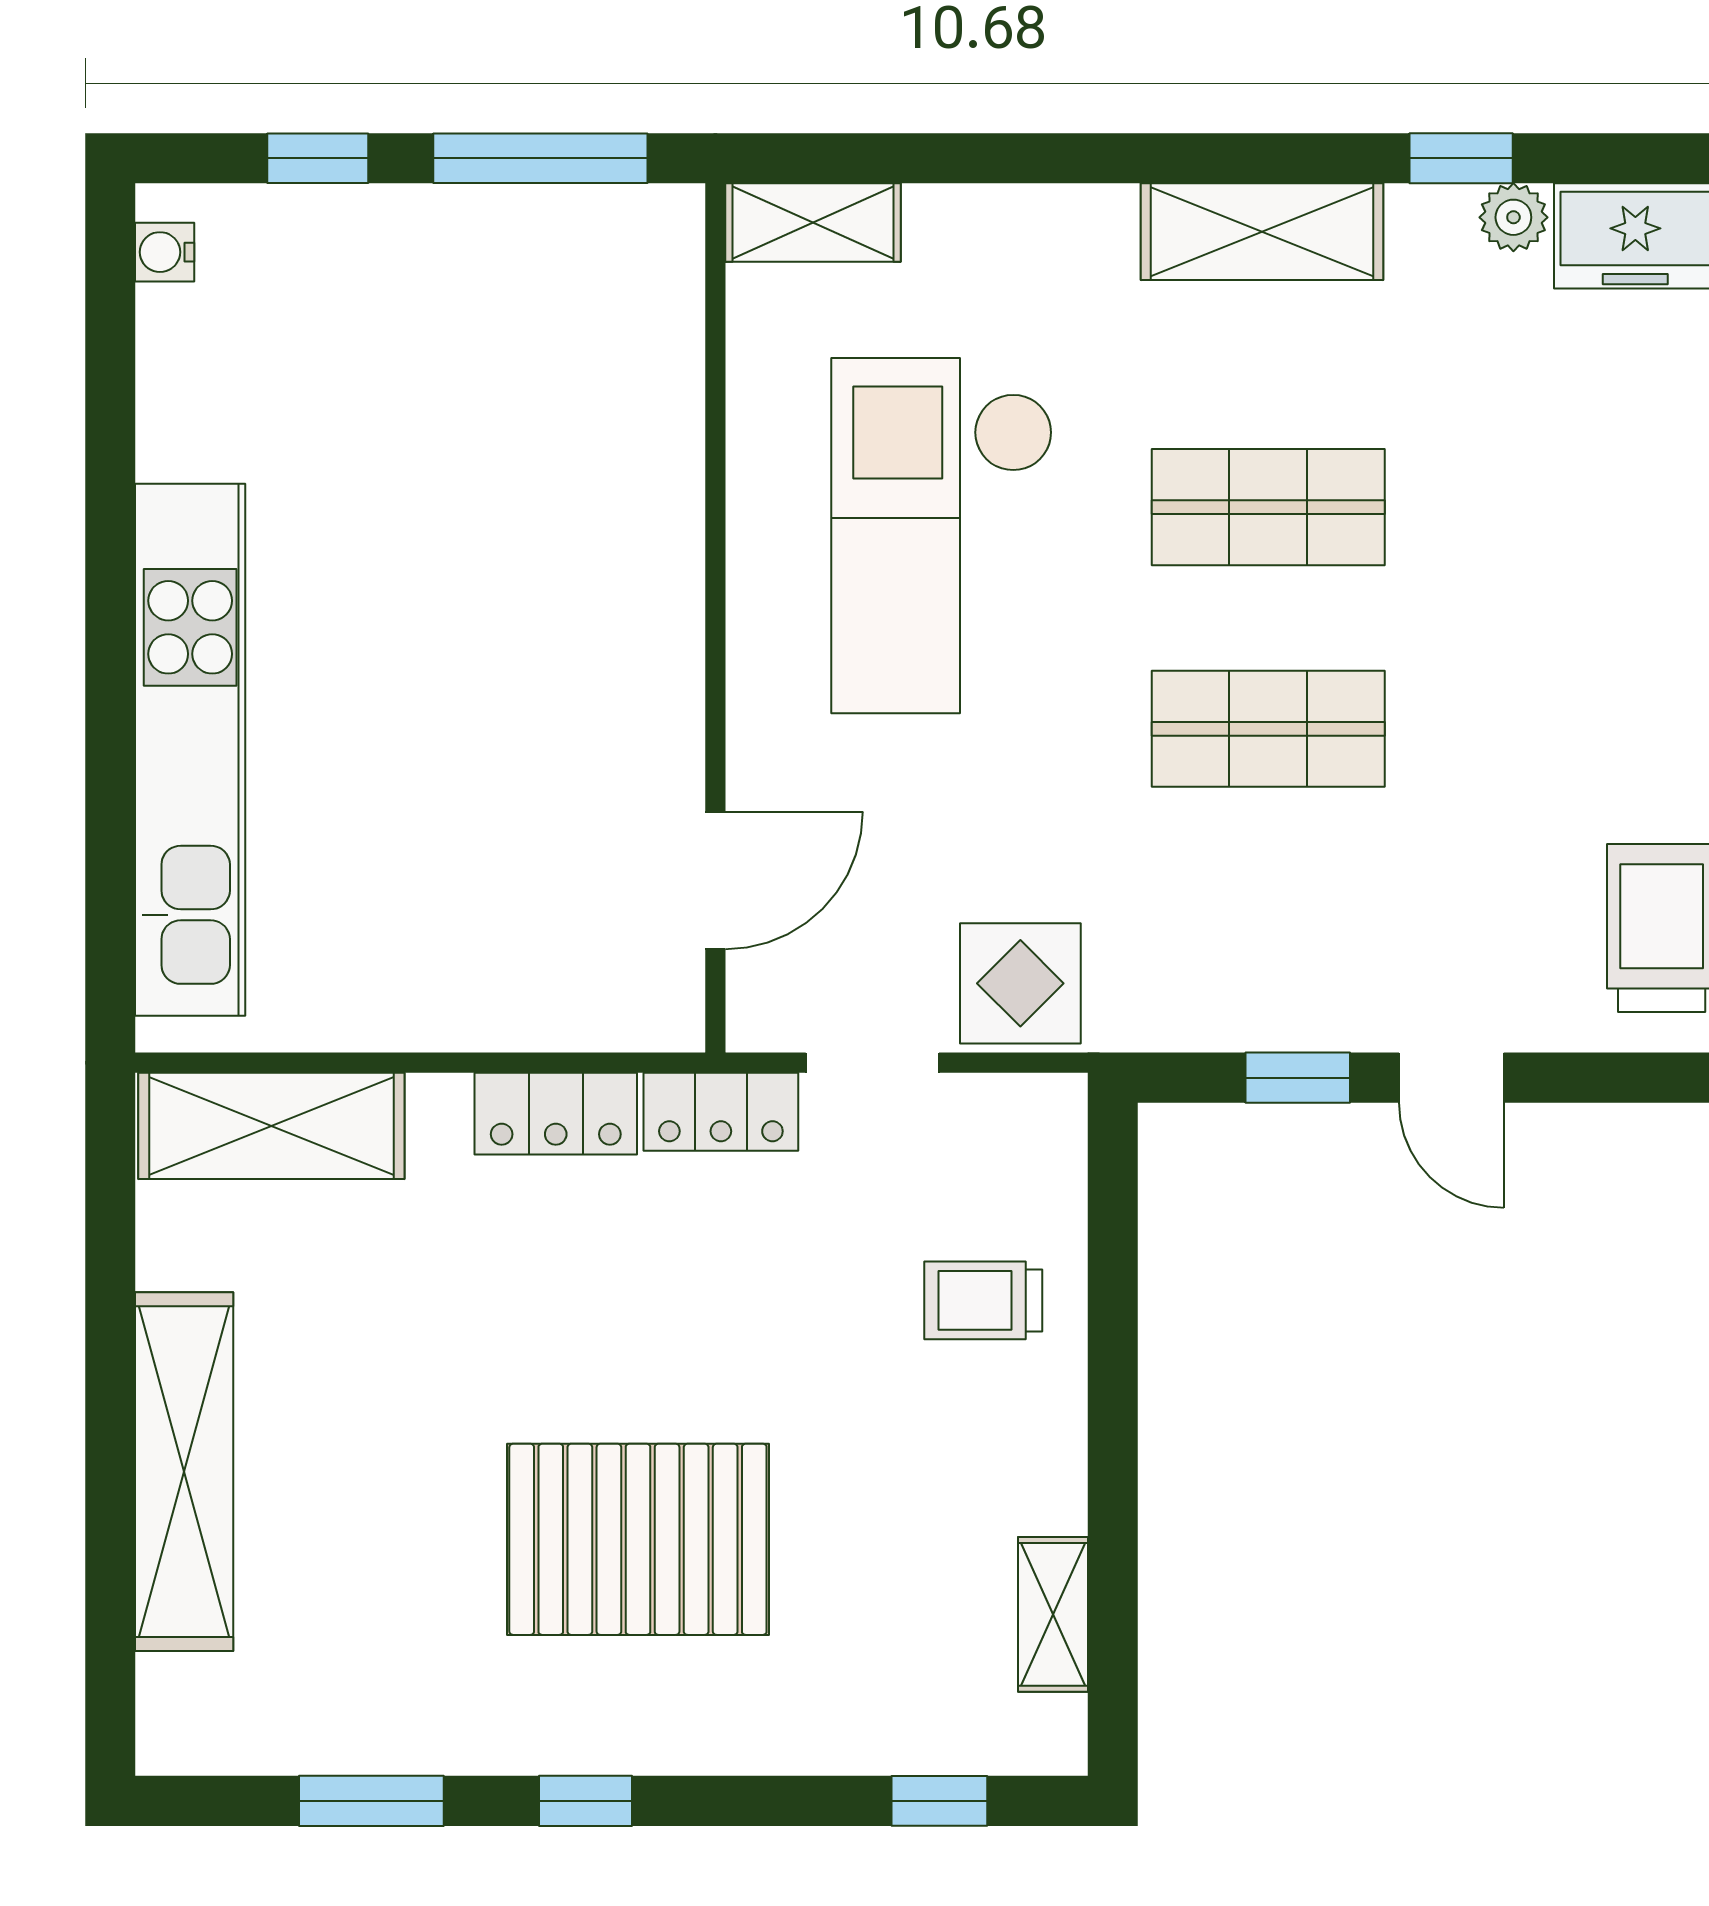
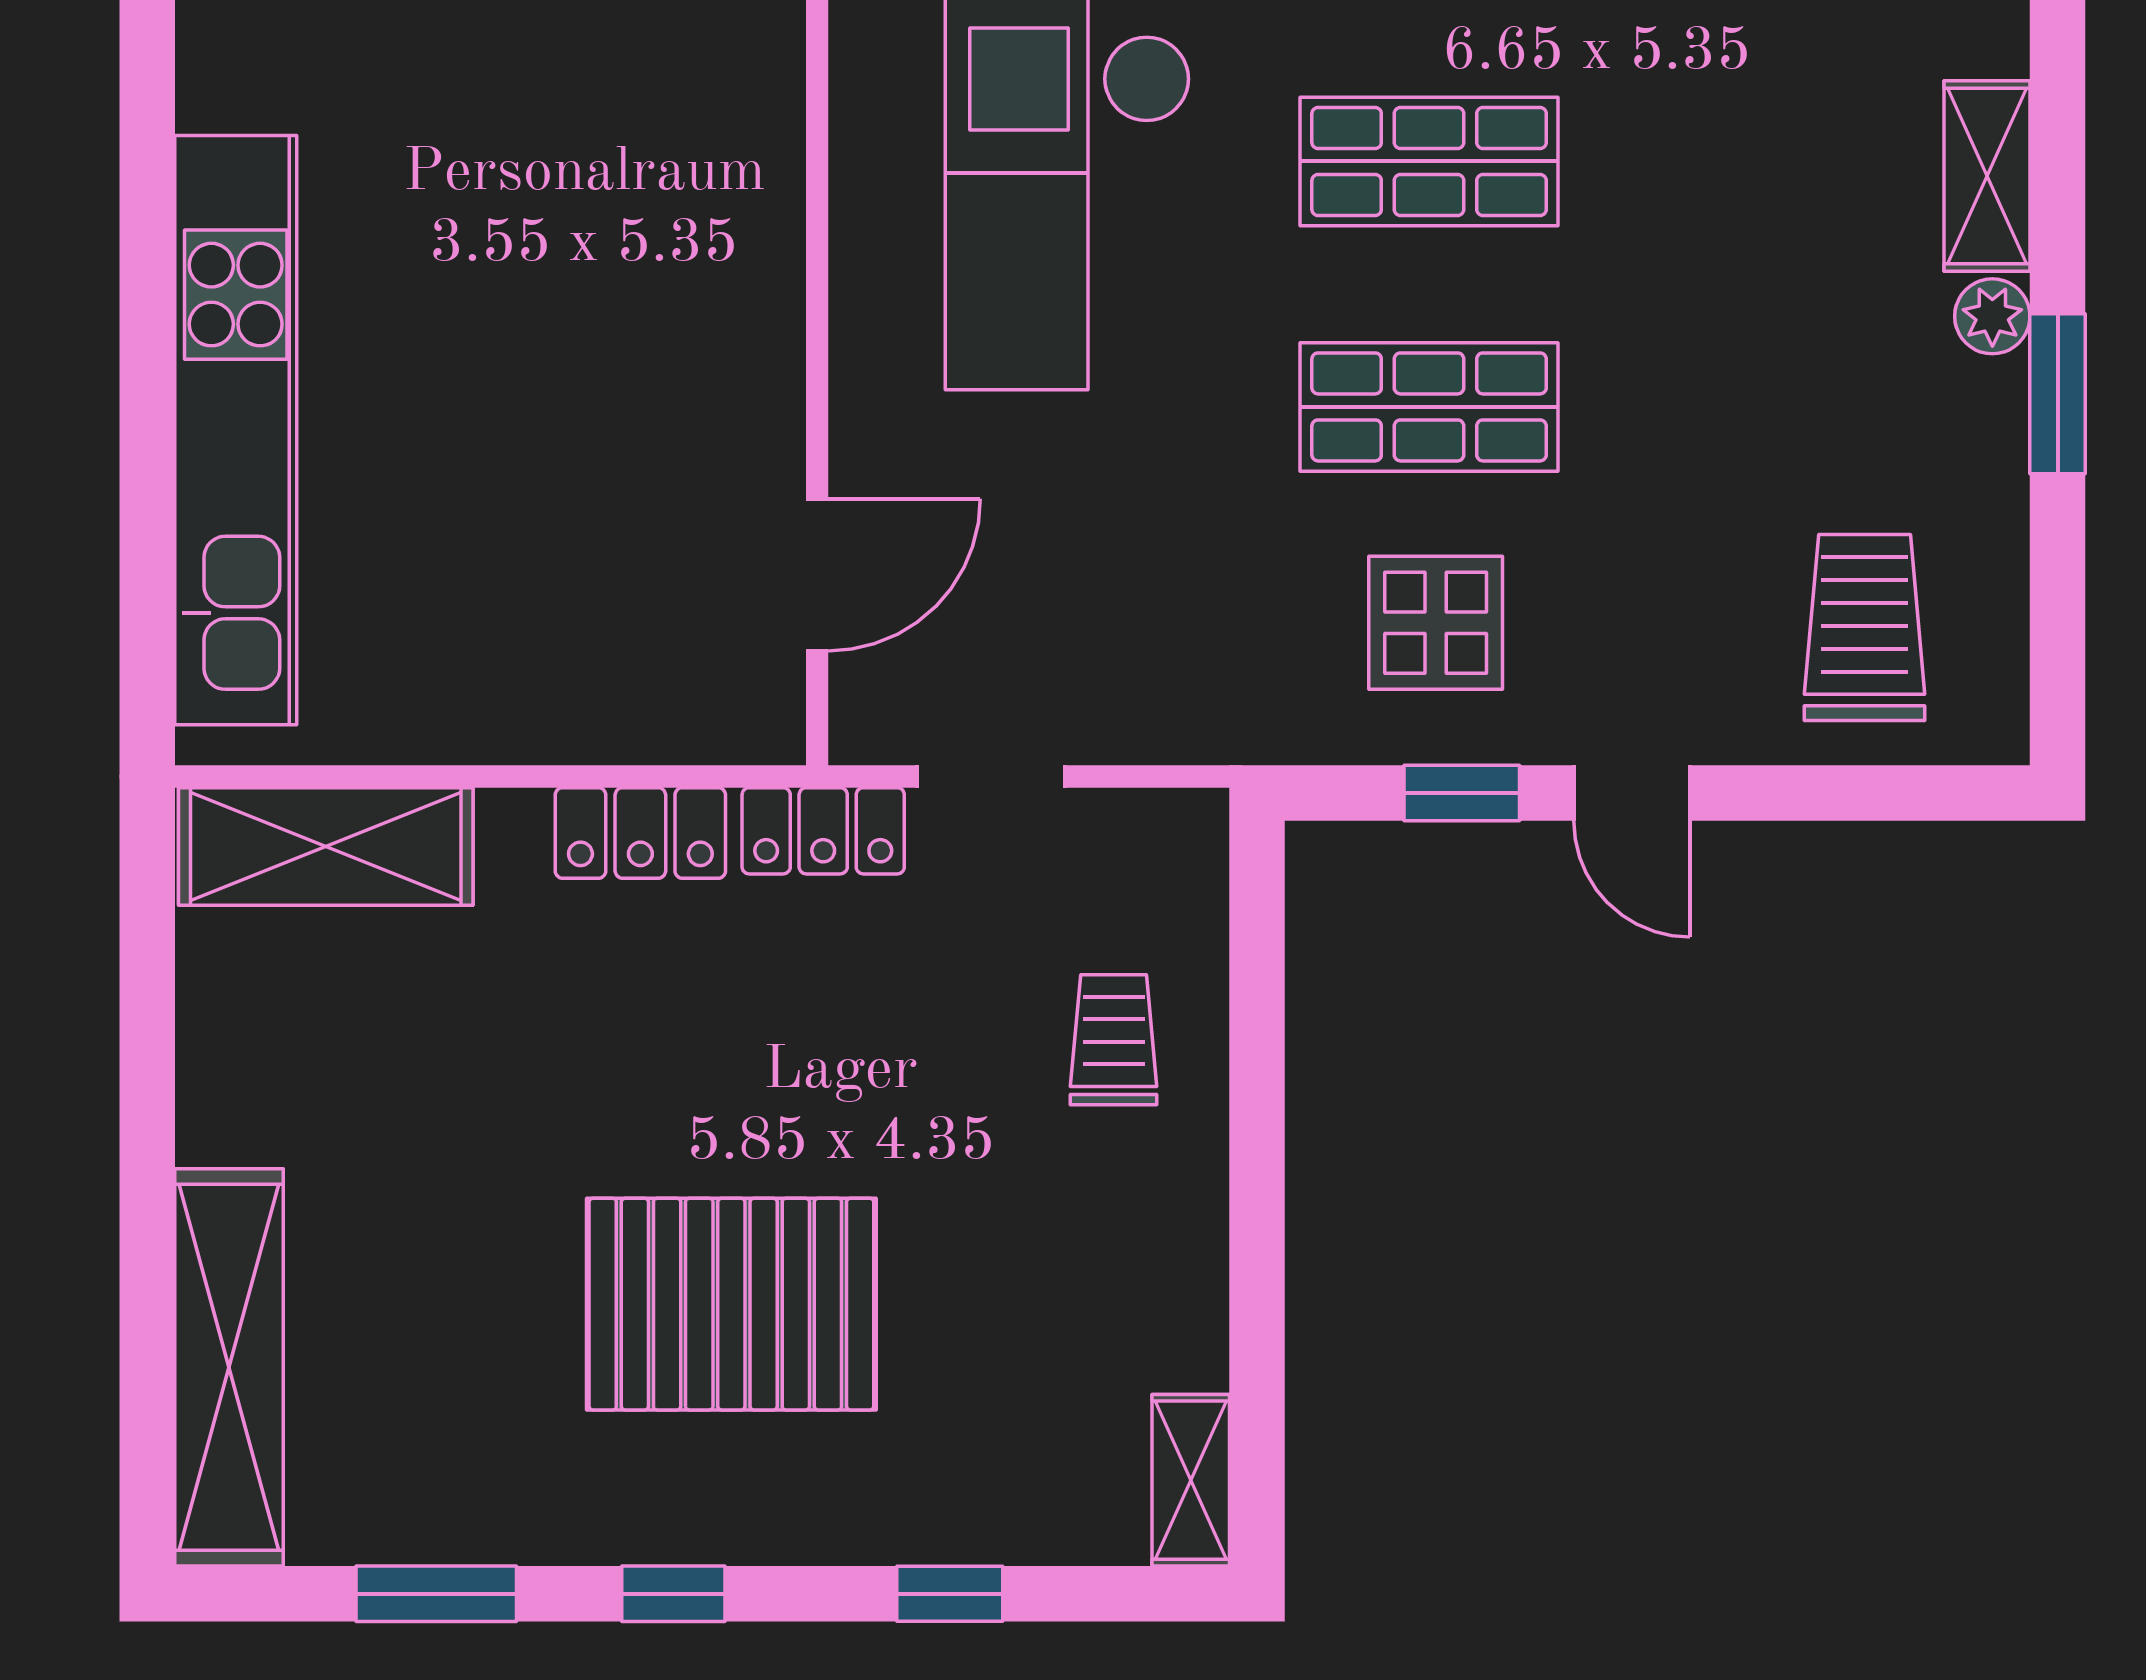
display table: (1020, 983) -> (1436, 623), moved
trolley: (983, 1300) -> (1114, 1040), turned 90
shelving: (184, 1472) -> (229, 1367), moved
shelving: (1053, 1614) -> (1191, 1480), moved
window: (939, 1801) -> (950, 1594), moved

